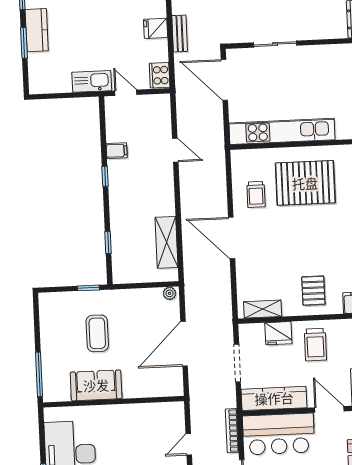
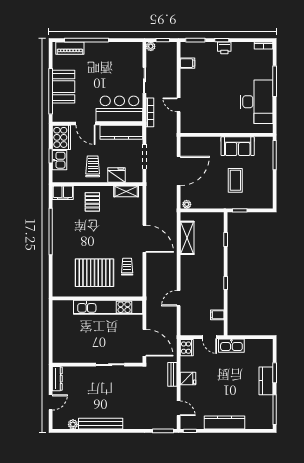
door: (175, 150) -> (179, 298), hinge flipped
filing cabinet: (117, 151) -> (217, 315), moved
door: (189, 444) -> (179, 105), swing flipped

